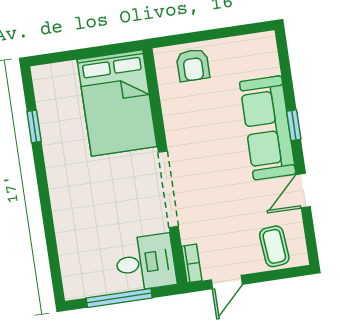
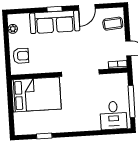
plant: (246, 44) -> (13, 29), added
door: (303, 191) -> (87, 7), hinge flipped
desk: (145, 262) -> (113, 115), moved, turned 180

